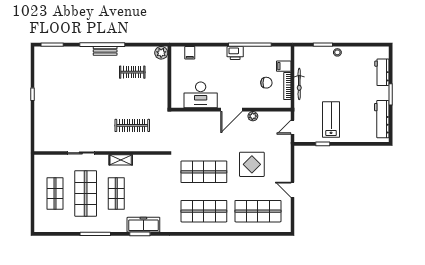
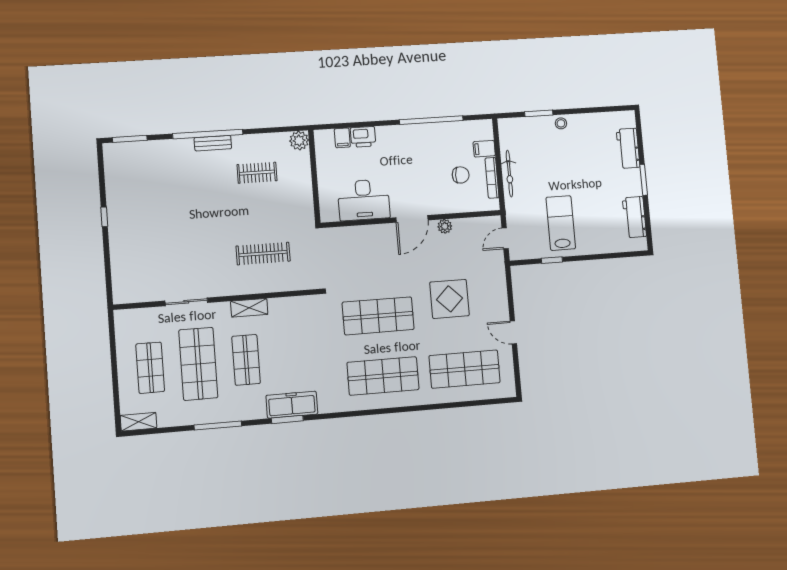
printer: (235, 53) -> (363, 137), moved
workbench: (382, 119) -> (634, 217), width x0.73
shelving: (45, 227) -> (139, 422), added

